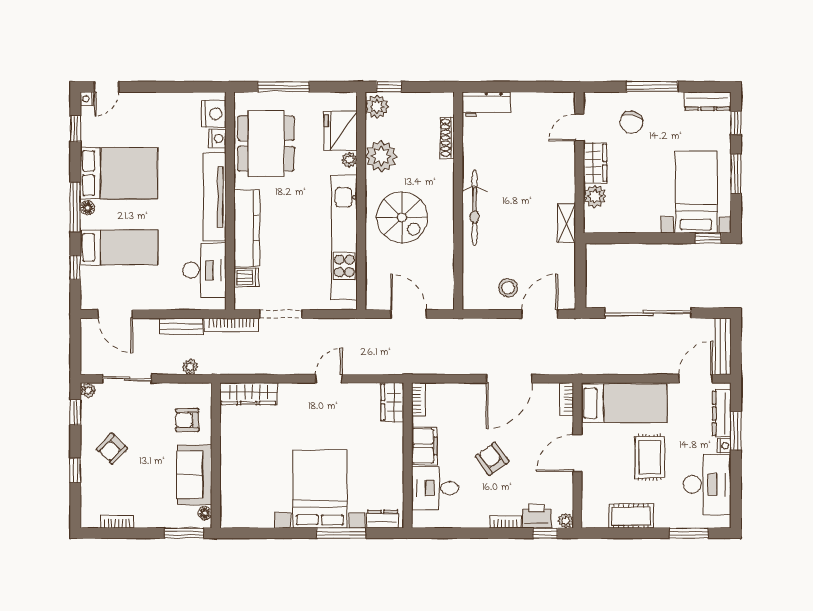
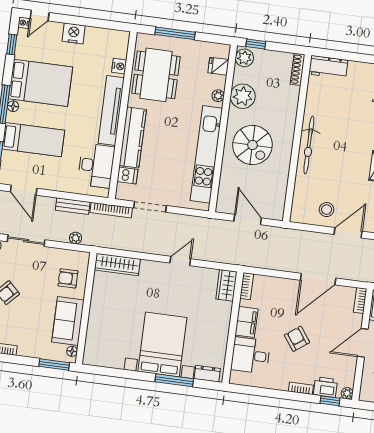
nightstand: (214, 114) -> (74, 33), moved, turned -90
fridge: (341, 131) -> (218, 66), width x0.53, depth x0.75
shoe rack: (447, 138) -> (298, 69), moved

